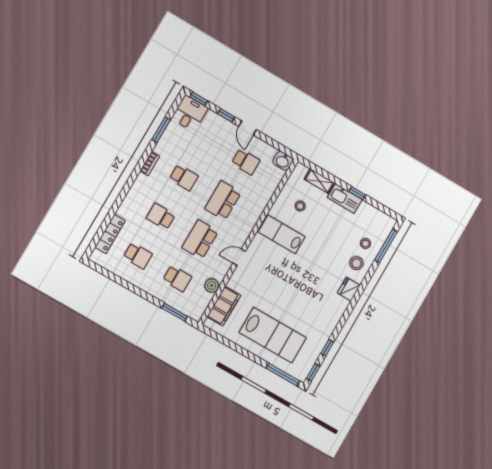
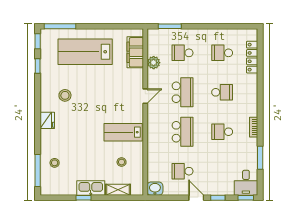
lab bench: (282, 234) -> (123, 132), turned 180
stool: (356, 263) -> (65, 95), moved

